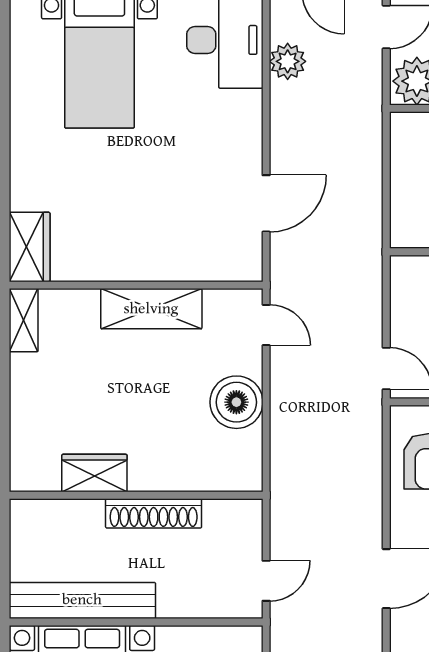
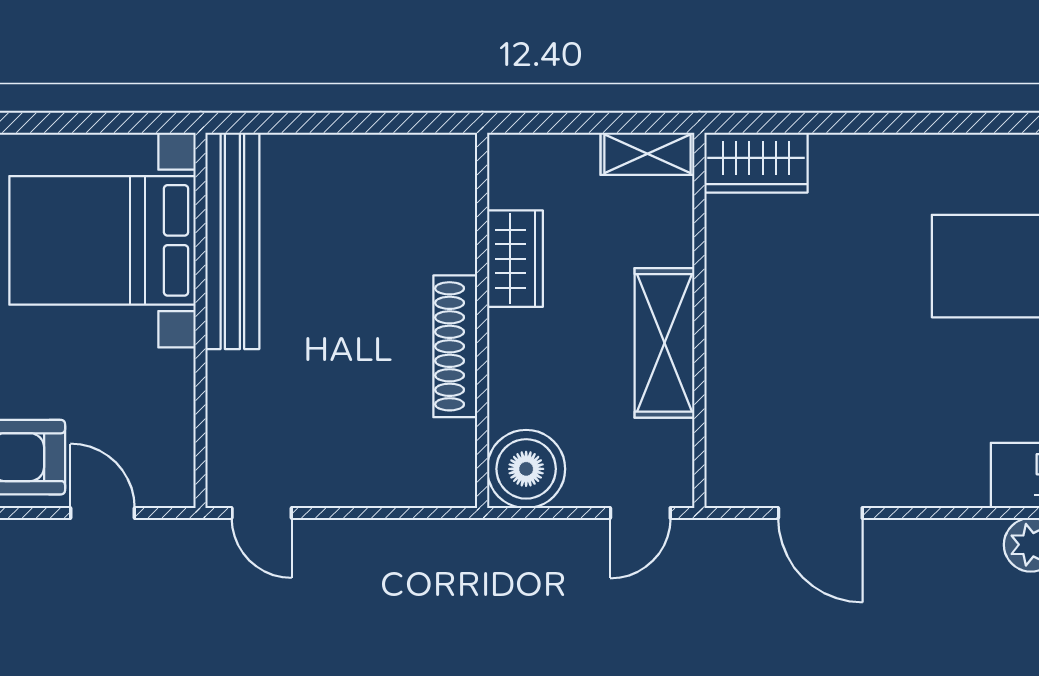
wardrobe: (94, 473) -> (515, 259), moved
wall: (136, 495) -> (482, 320), moved
shoe rack: (154, 513) -> (455, 346), moved

